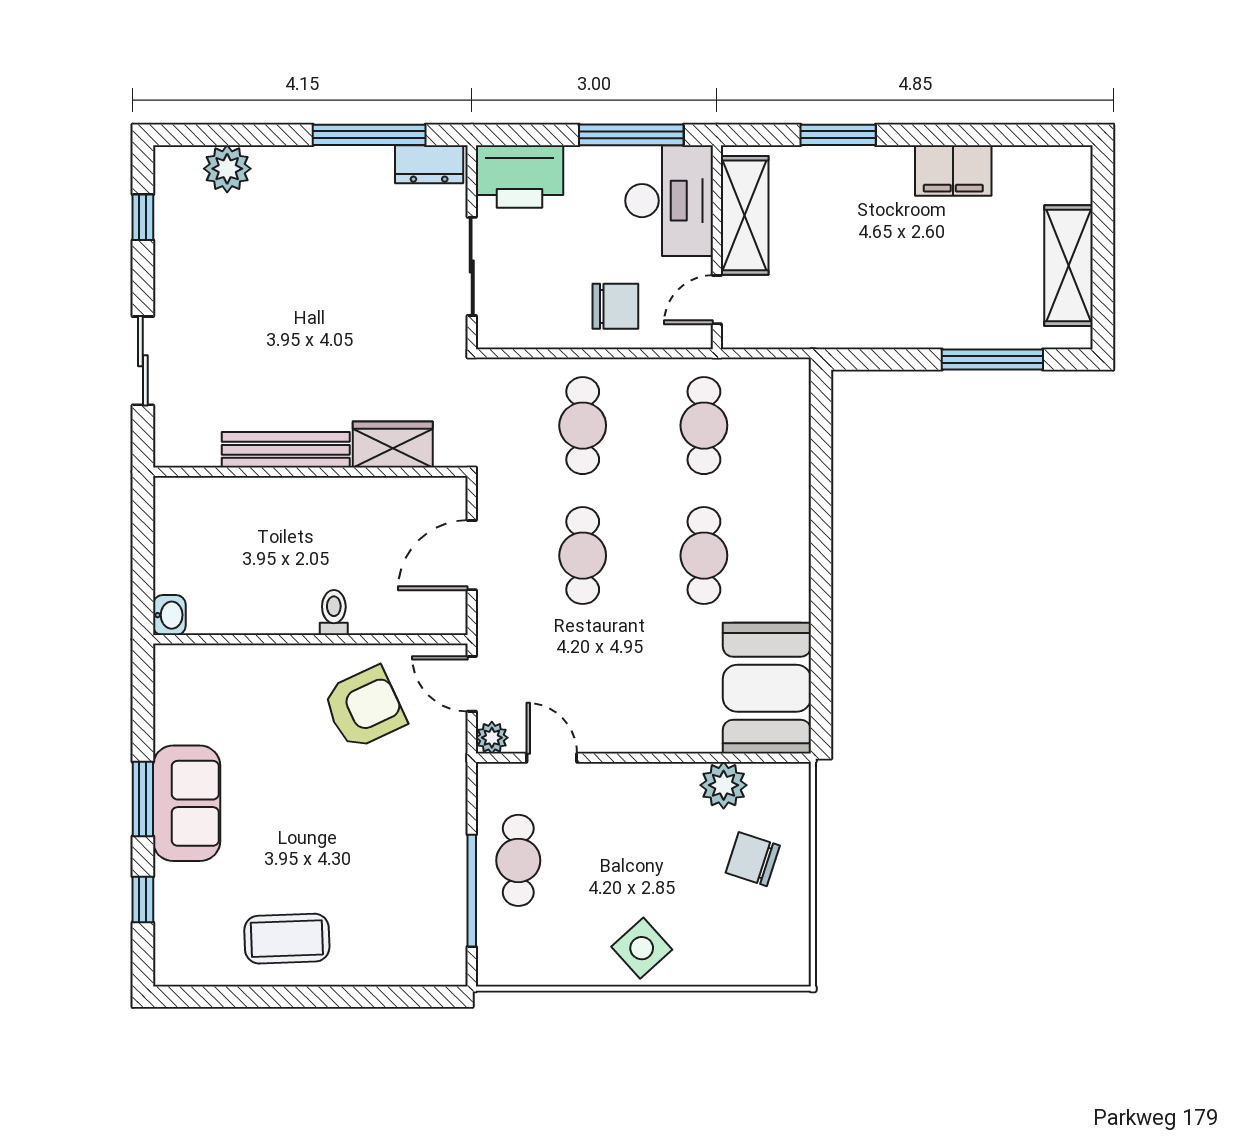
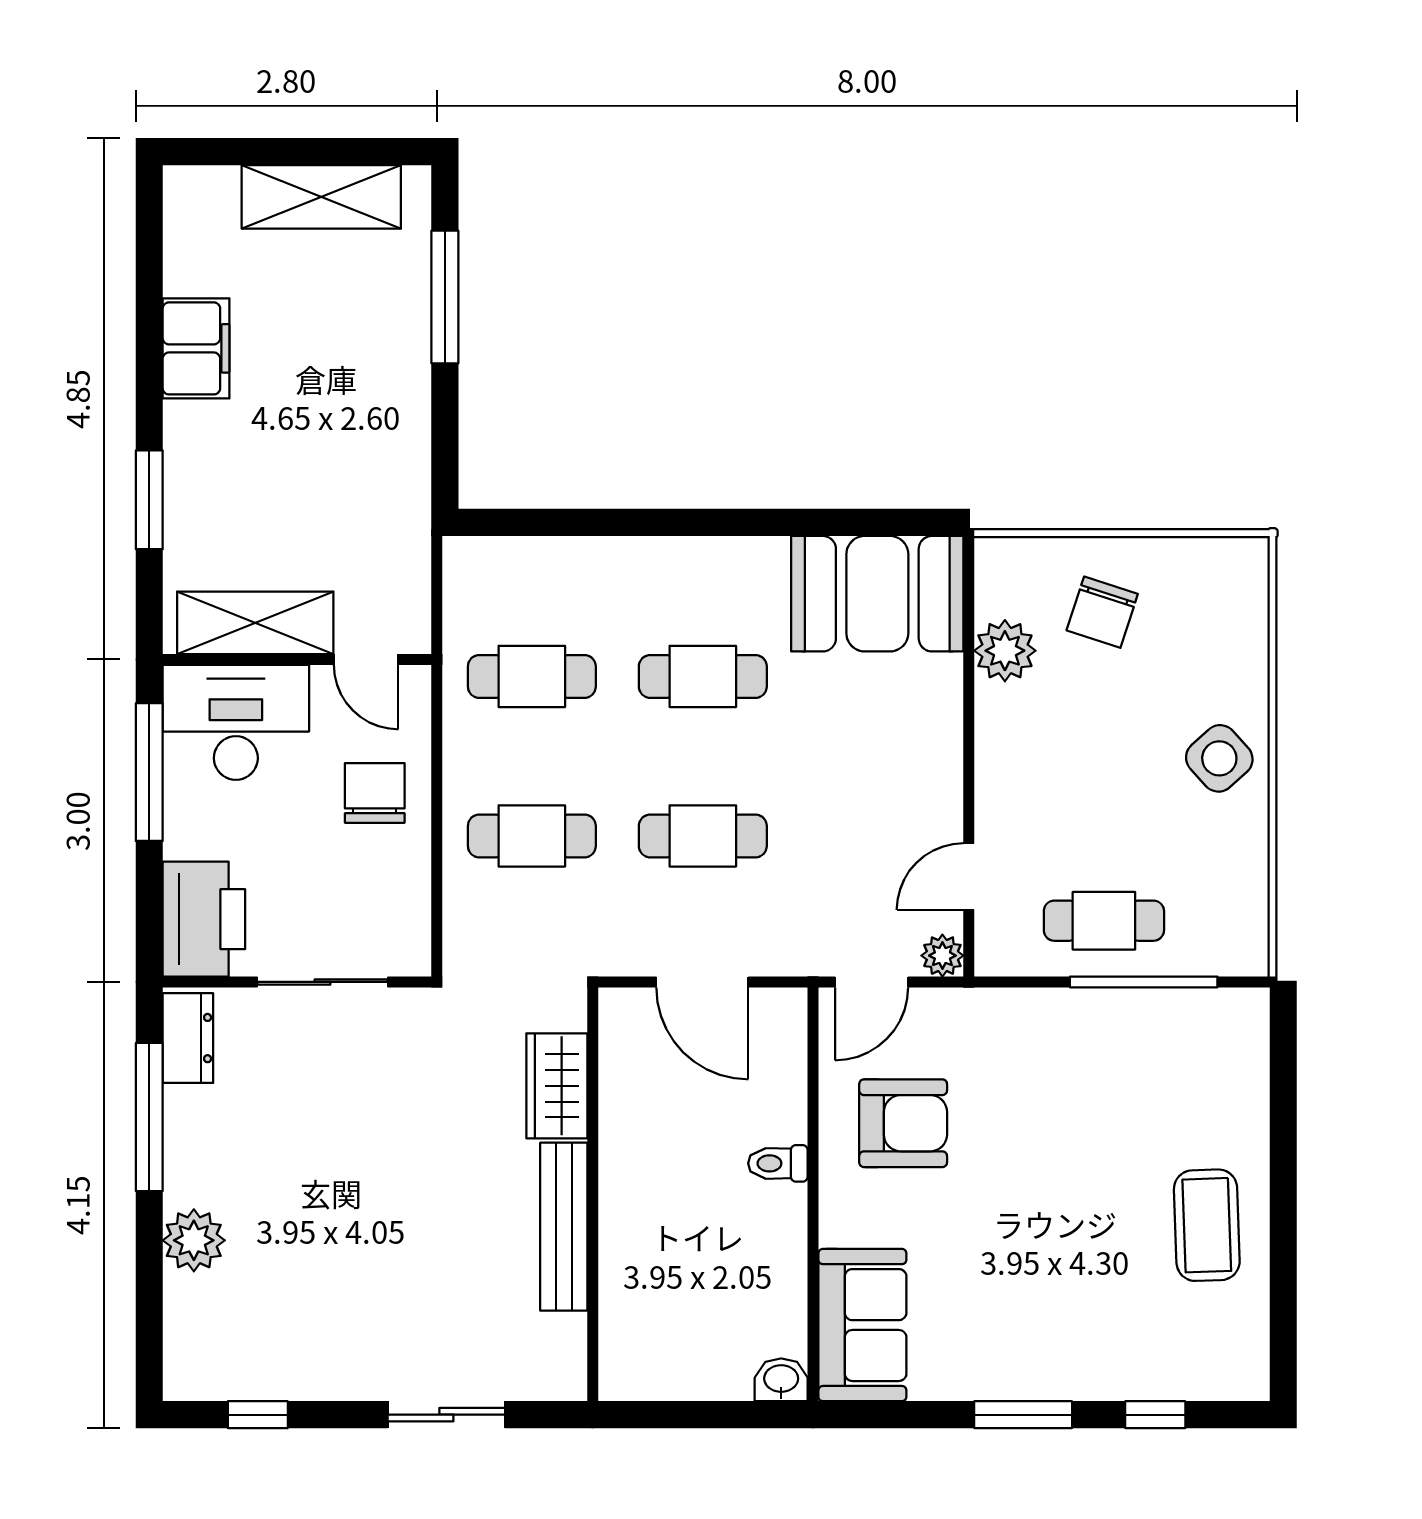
plant: (227, 169) -> (194, 1240), moved
armchair: (364, 708) -> (903, 1123), turned 115
sofa: (187, 803) -> (862, 1325), moved, turned 90

